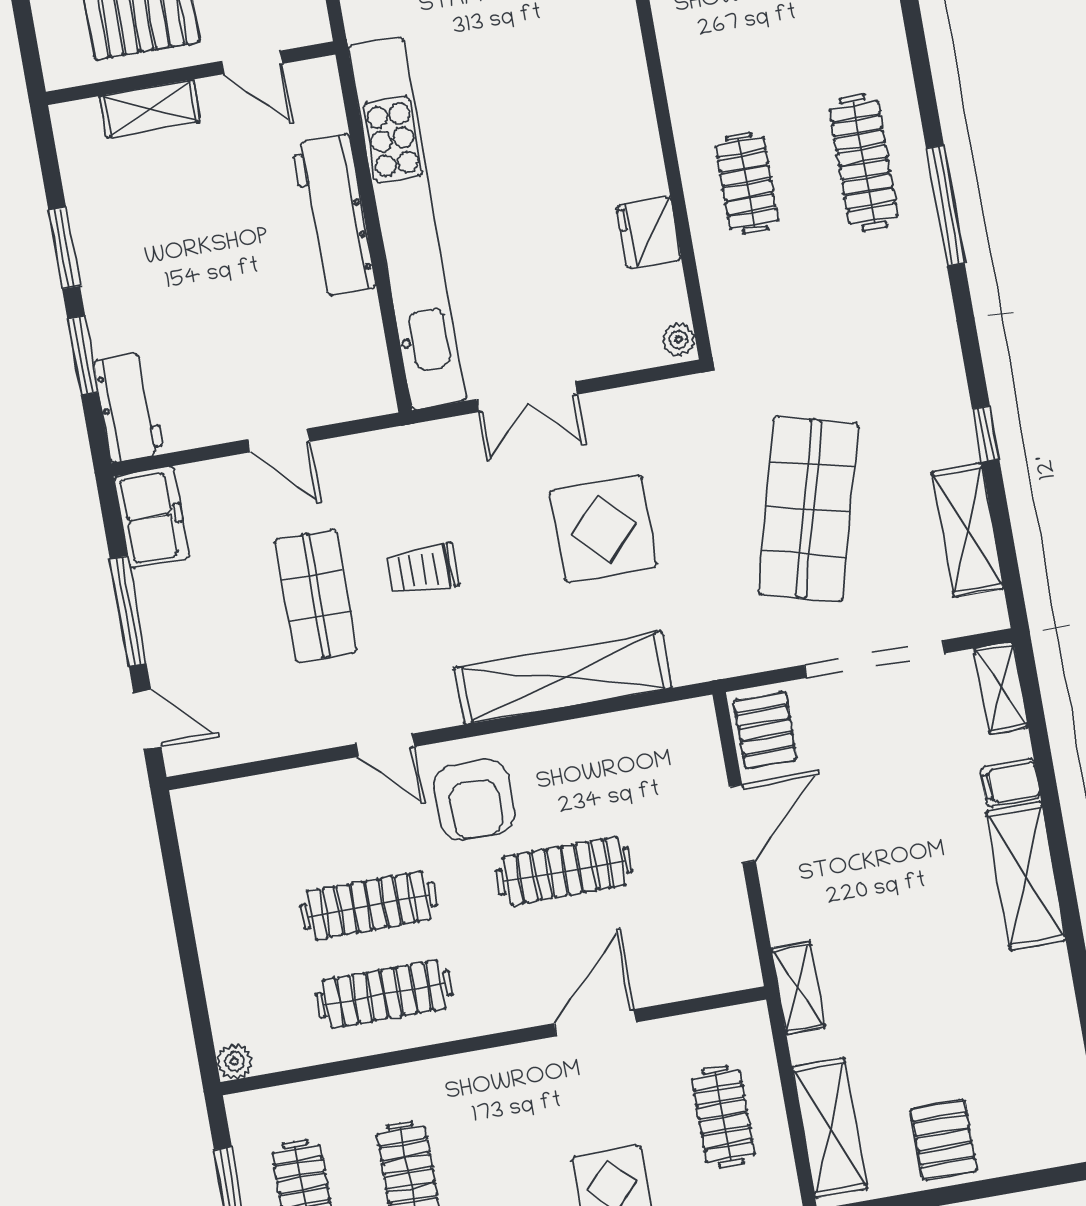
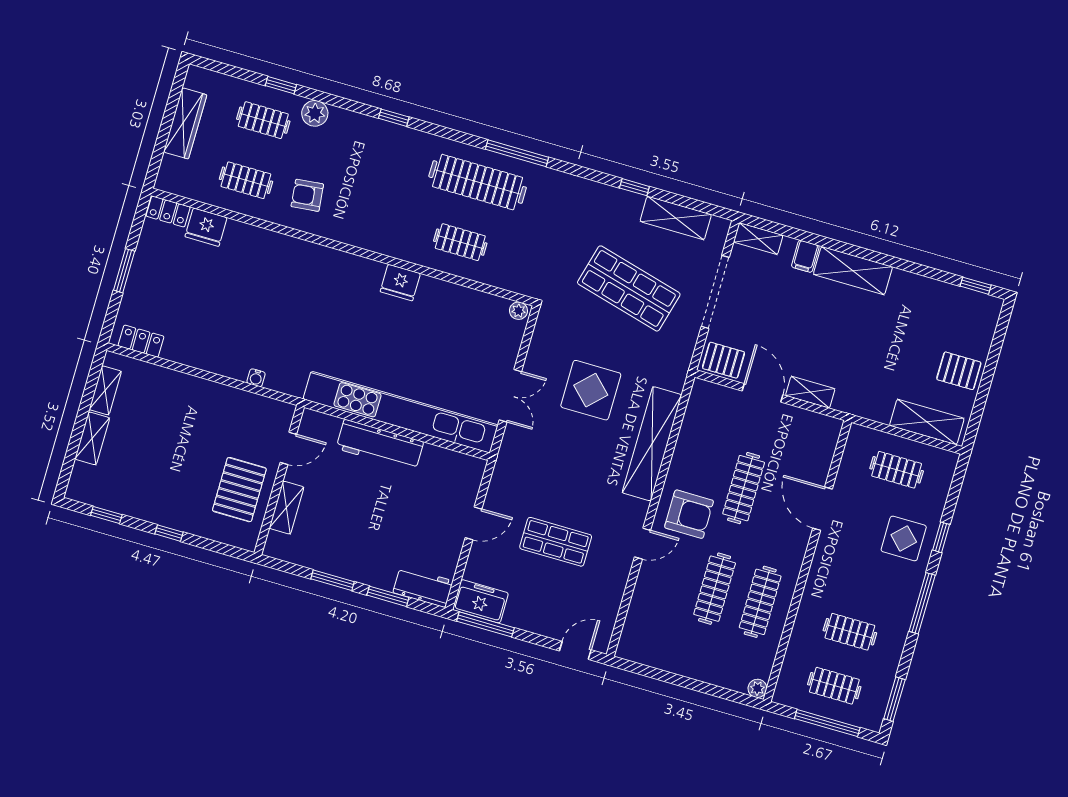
clothes rail: (864, 163) -> (478, 182), width x1.37, depth x1.31
fridge: (649, 233) -> (400, 283), moved
trolley: (423, 570) -> (568, 485), removed
window: (128, 611) -> (485, 624), moved
shelving: (798, 988) -> (810, 392), moved

